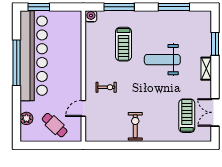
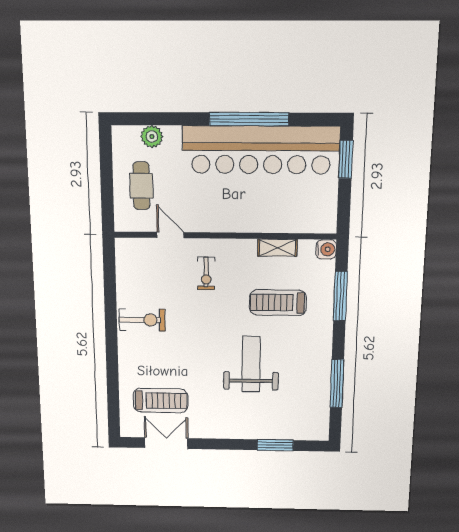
shelving: (206, 69) -> (277, 248), moved
cafe table: (55, 125) -> (141, 186), turned -43

